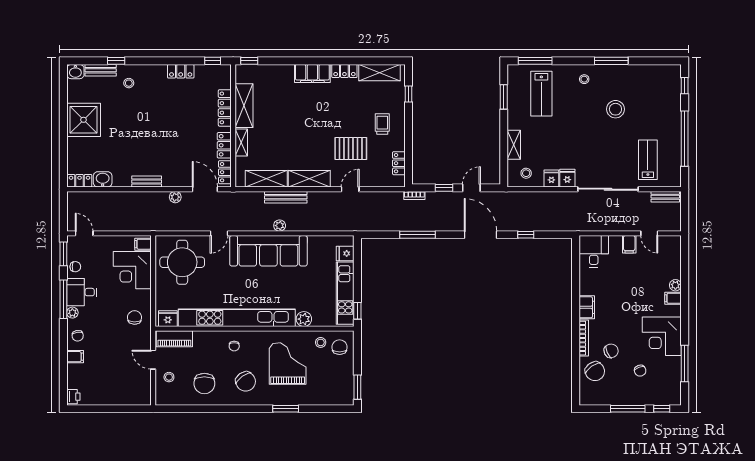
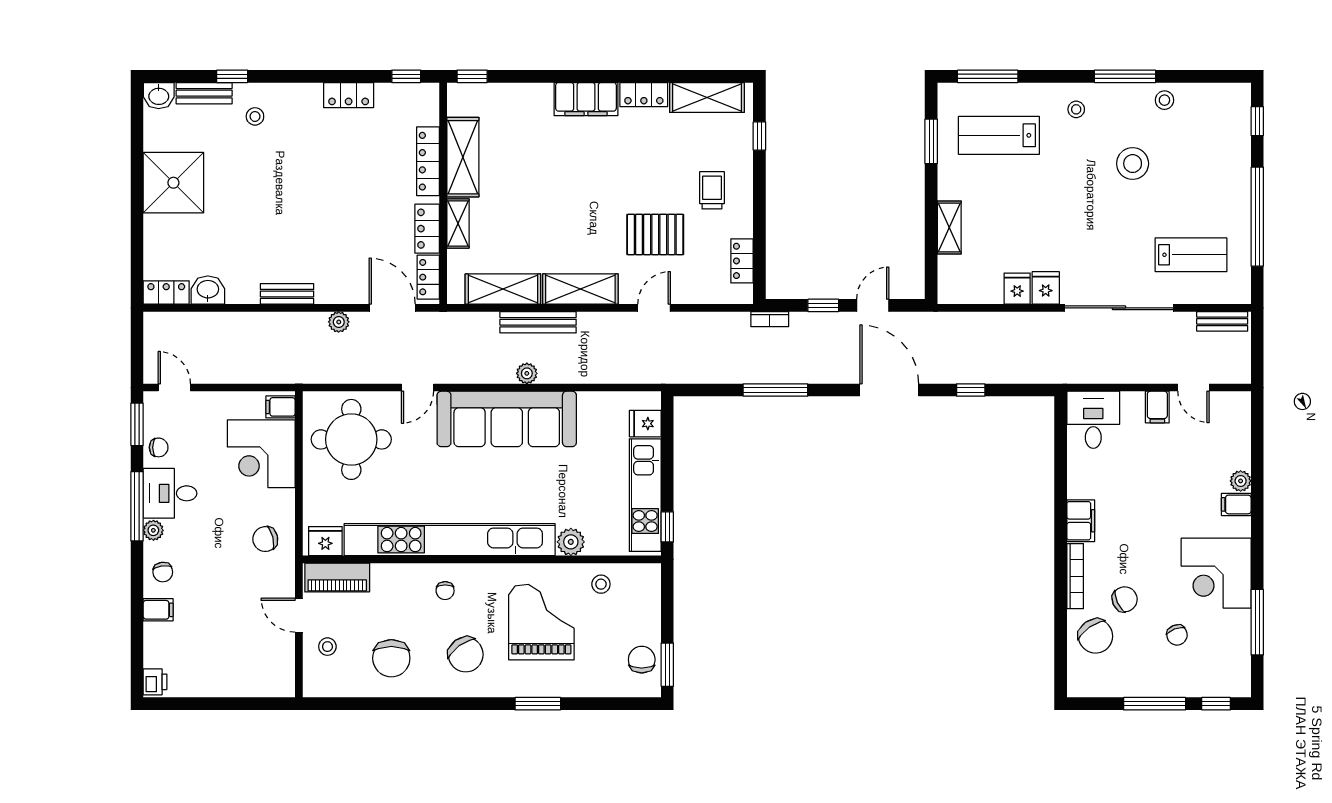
lab bench: (541, 94) -> (999, 135), turned 90
lab bench: (648, 160) -> (1191, 255), turned 90
stool: (526, 173) -> (1164, 100), moved
chair: (134, 317) -> (265, 539), turned -105
chair: (340, 347) -> (642, 660), moved

